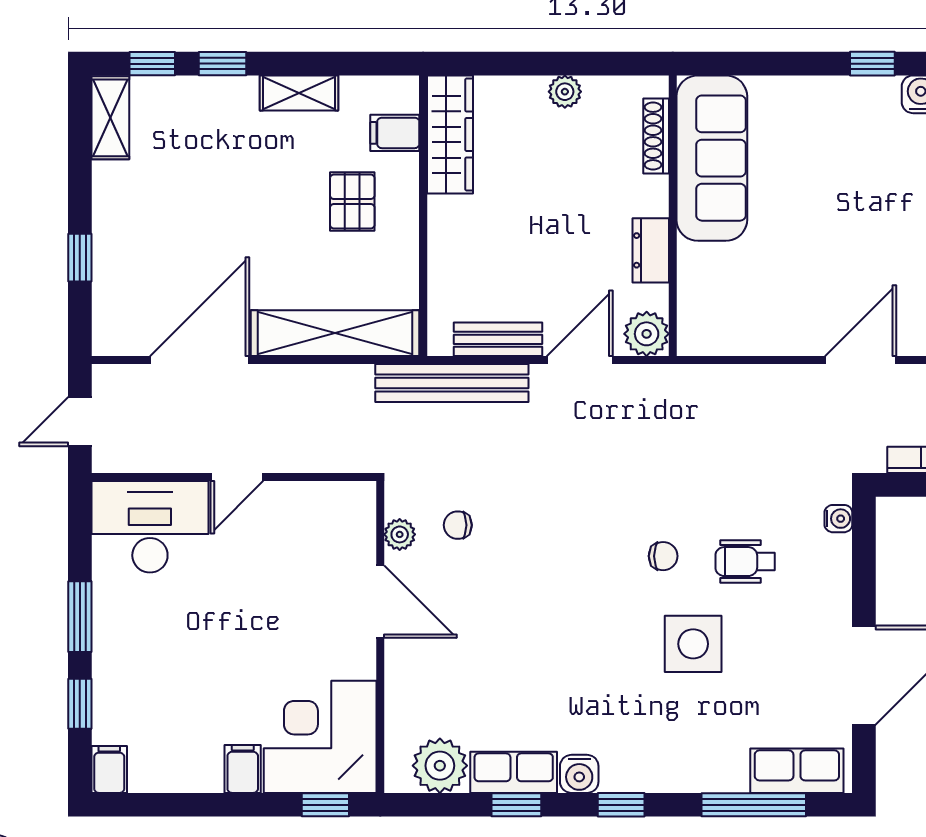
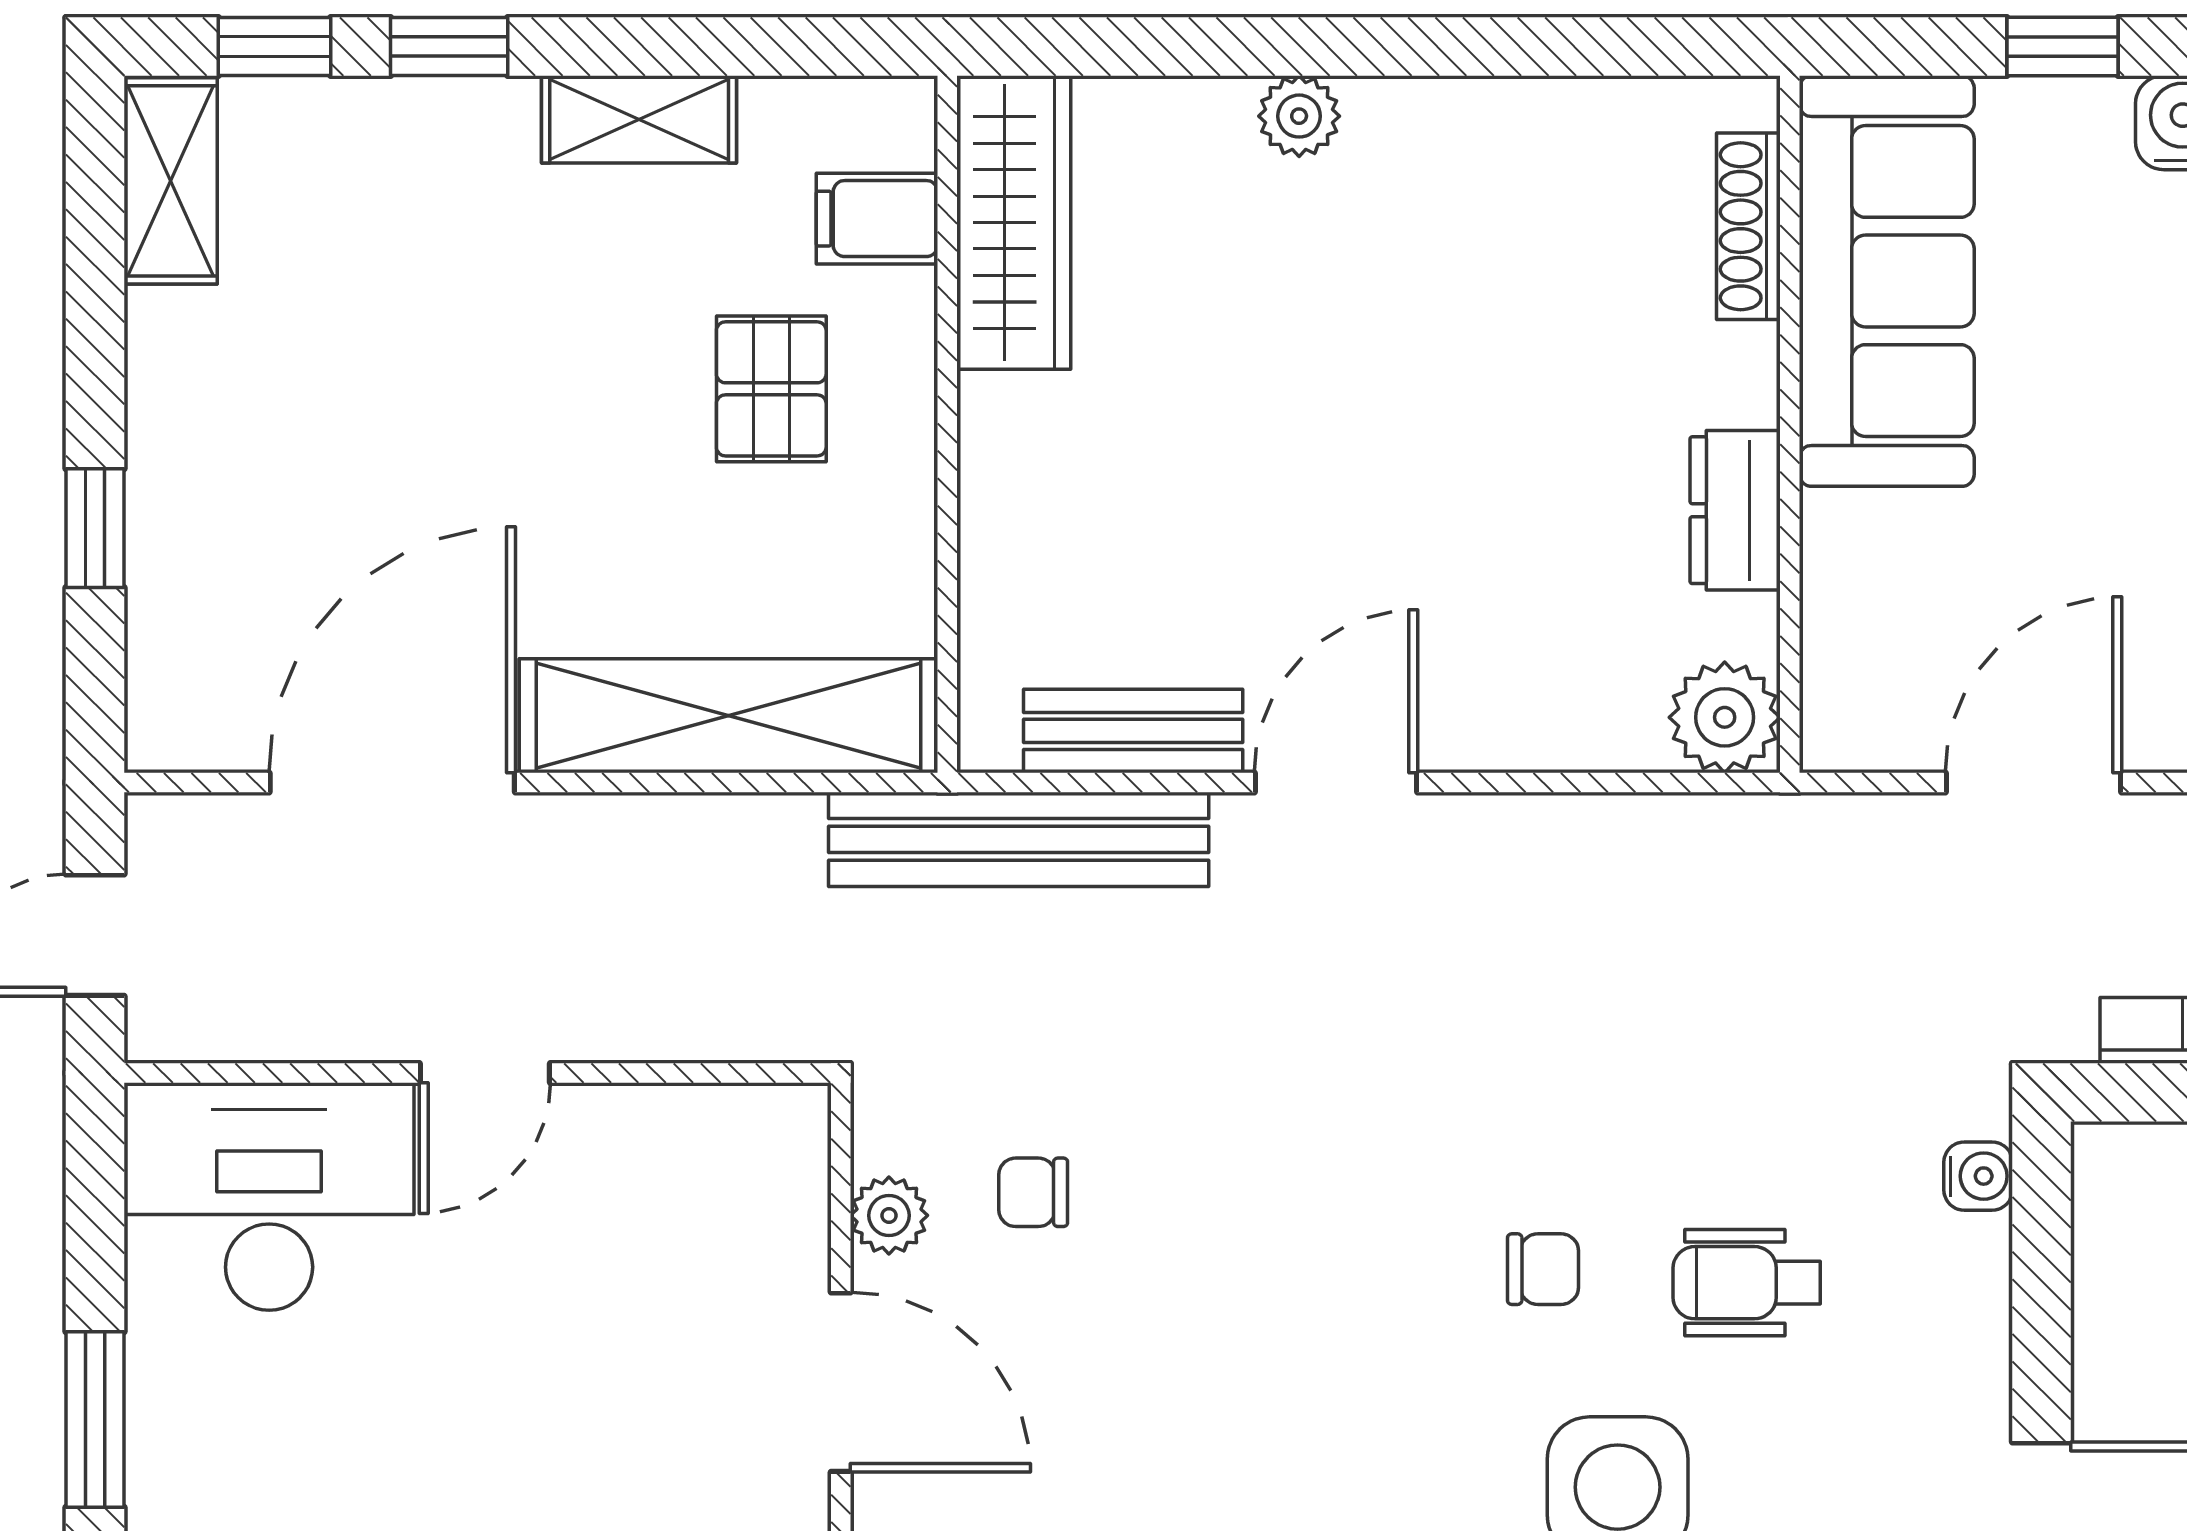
shoe rack: (656, 136) -> (1748, 226), moved
sofa: (712, 158) -> (1887, 281), moved
wall: (673, 216) -> (1790, 424), moved
dresser: (651, 250) -> (1735, 510), moved
plant: (647, 334) -> (1725, 717), moved

